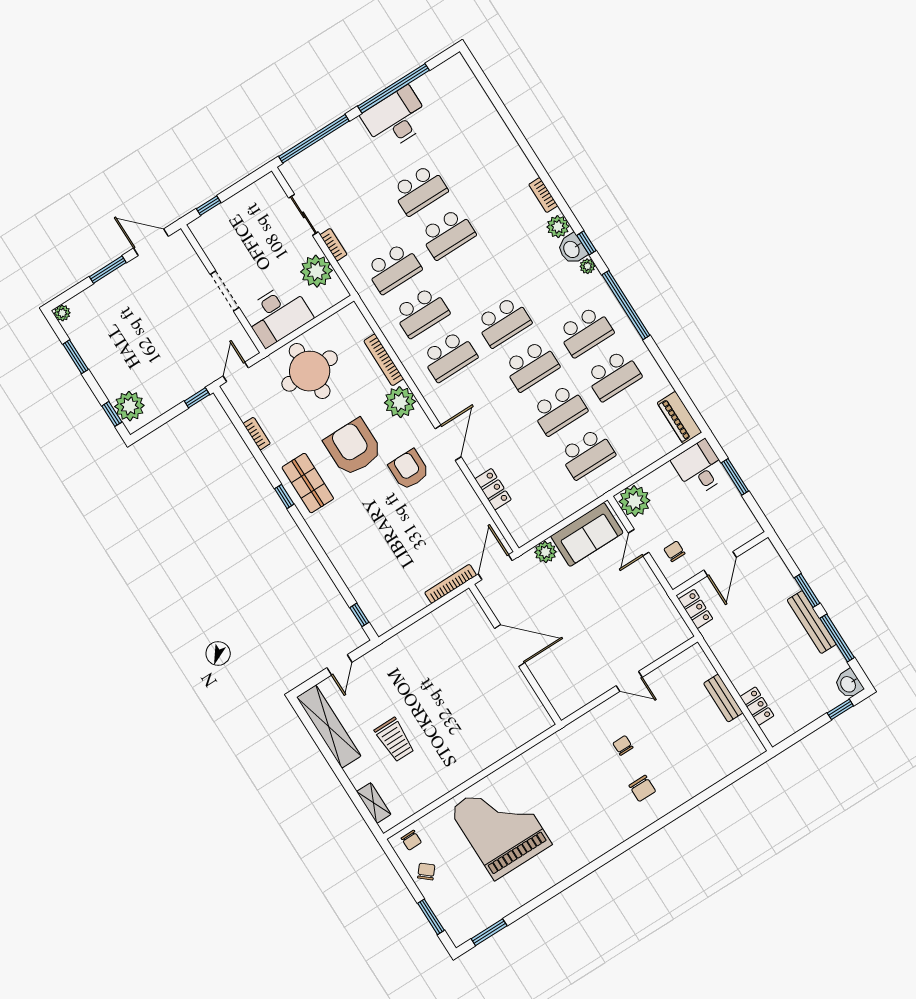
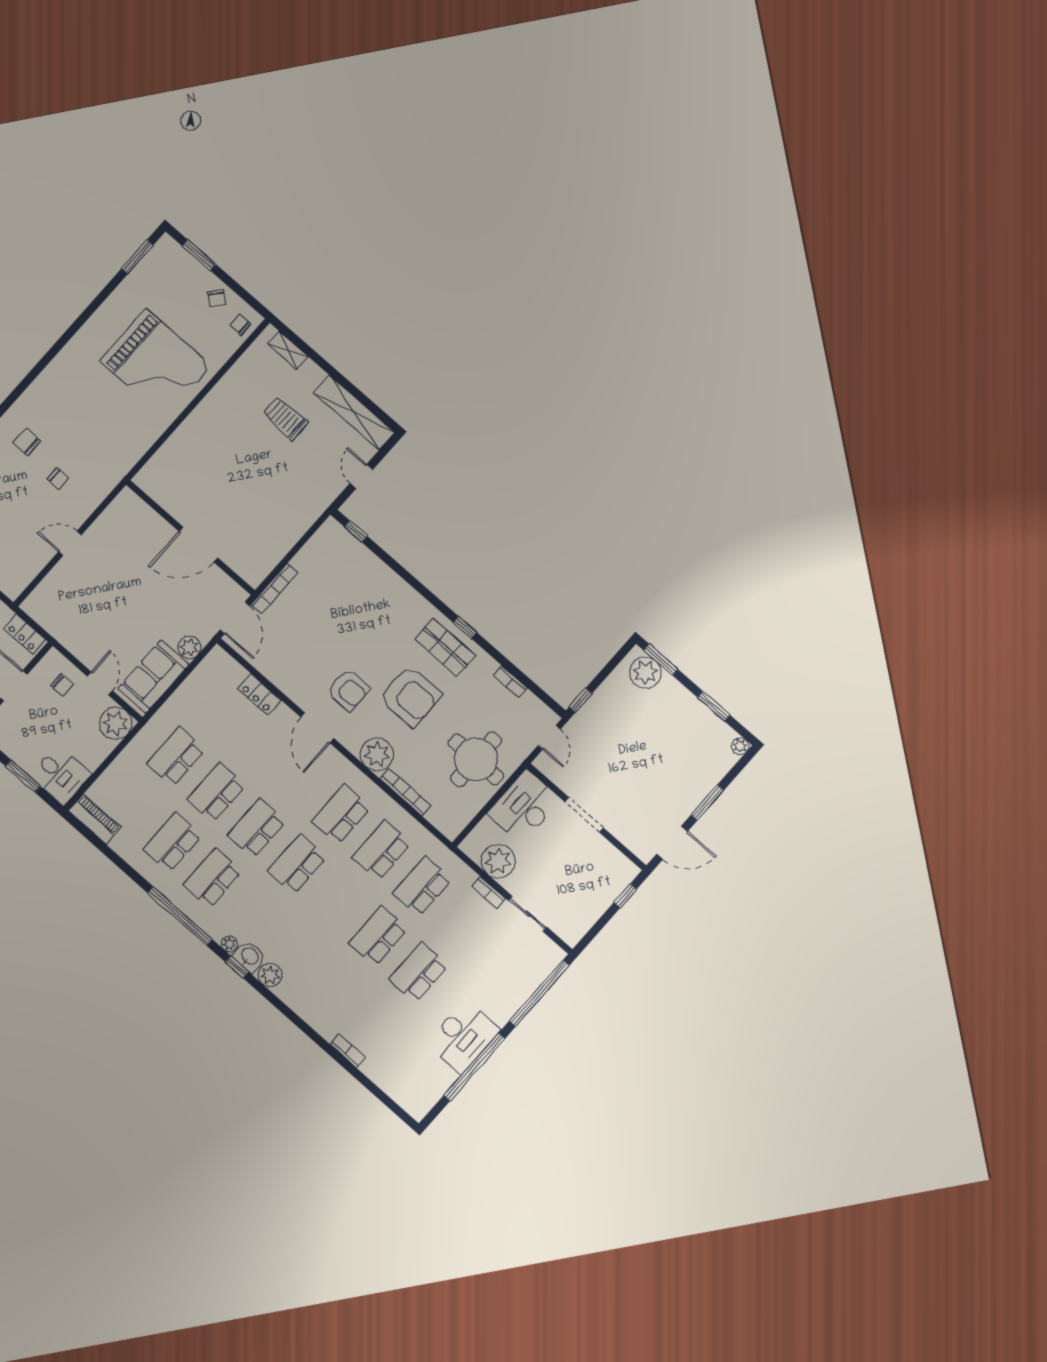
bookcase: (543, 195) -> (348, 1051), moved
window: (112, 414) -> (661, 660), width x1.50

